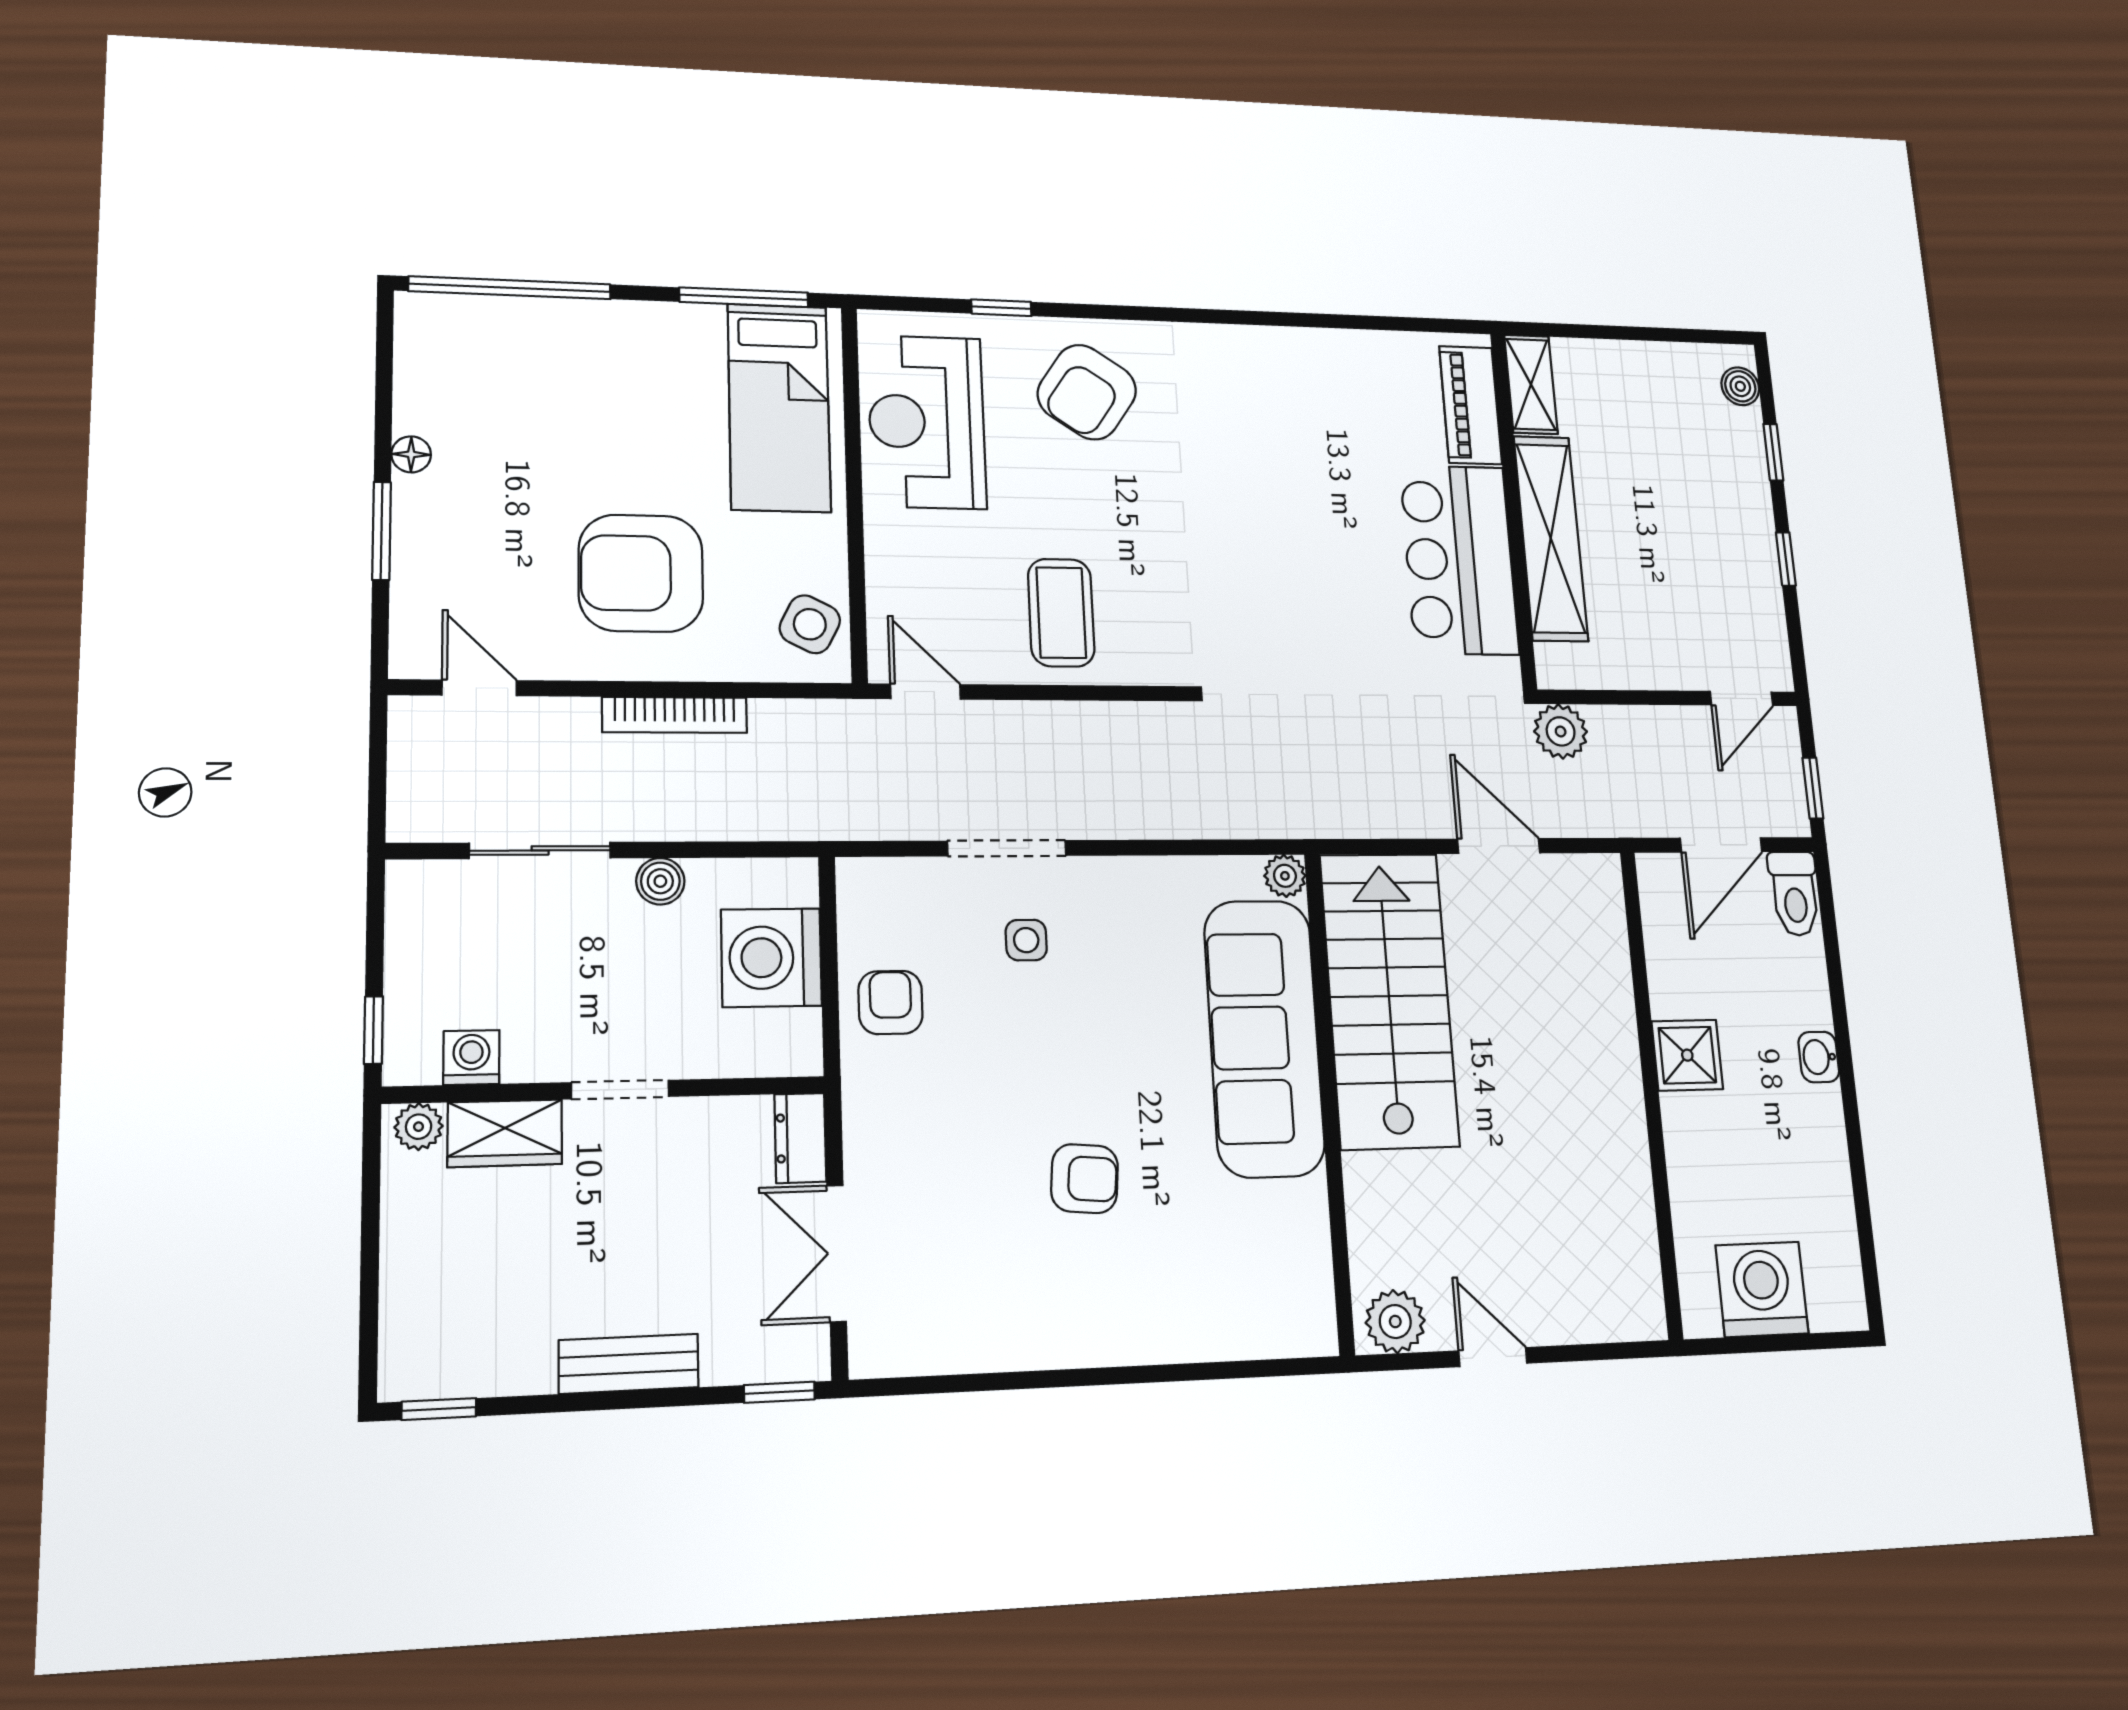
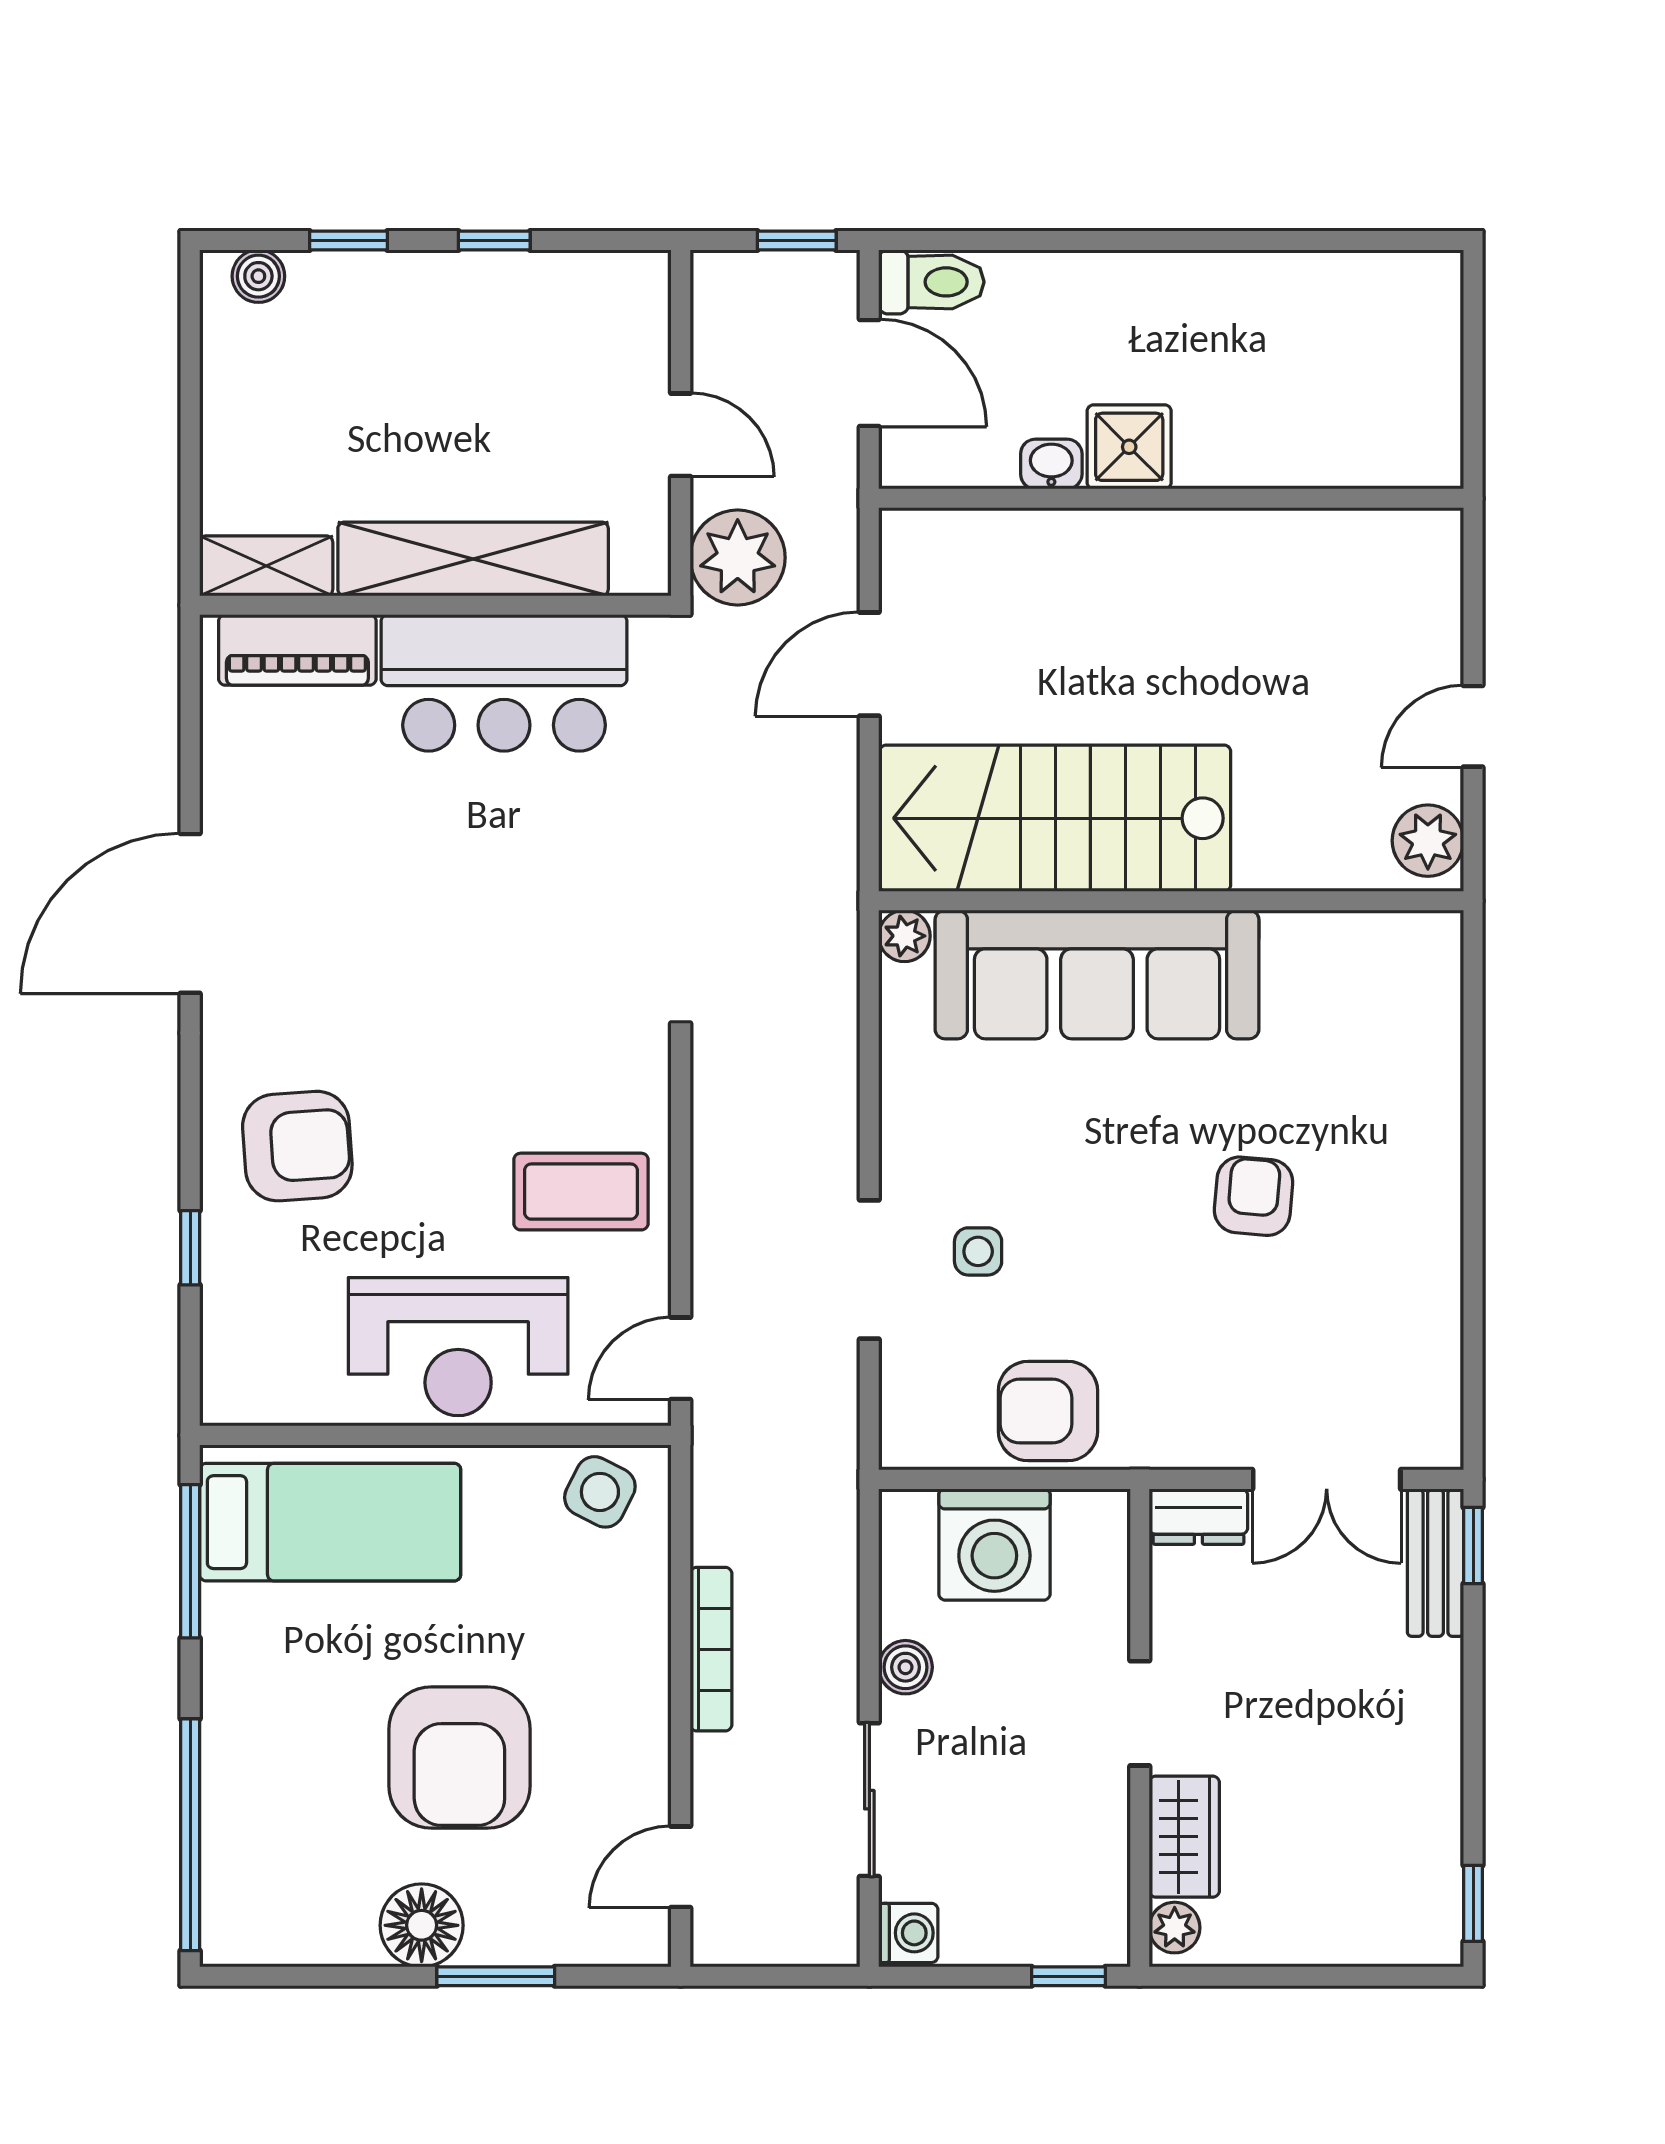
door: (1264, 318) -> (190, 913), added
armchair: (1087, 392) -> (297, 1146), turned -38
reception desk: (927, 422) -> (458, 1347), moved
floor lamp: (411, 454) -> (422, 1925), width x1.89, depth x1.89
armchair: (641, 573) -> (459, 1758), moved
door: (1742, 698) -> (681, 435), moved
plant: (1561, 731) -> (738, 558), width x1.36, depth x1.36
armchair: (890, 1002) -> (1048, 1411), width x1.38, depth x1.38
washbasin: (1819, 1057) -> (1051, 464), moved, turned 180
washing machine: (471, 1058) -> (908, 1933), moved, turned 180
washing machine: (1762, 1289) -> (1410, 383), removed
bench: (629, 1364) -> (1435, 1563), moved

